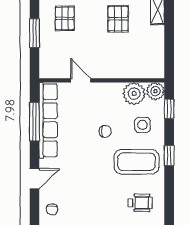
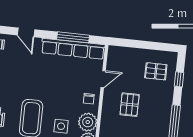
pallet: (118, 19) -> (130, 105), moved, turned 90
window: (34, 33) -> (146, 45), removed
chair: (105, 131) -> (89, 99), moved

